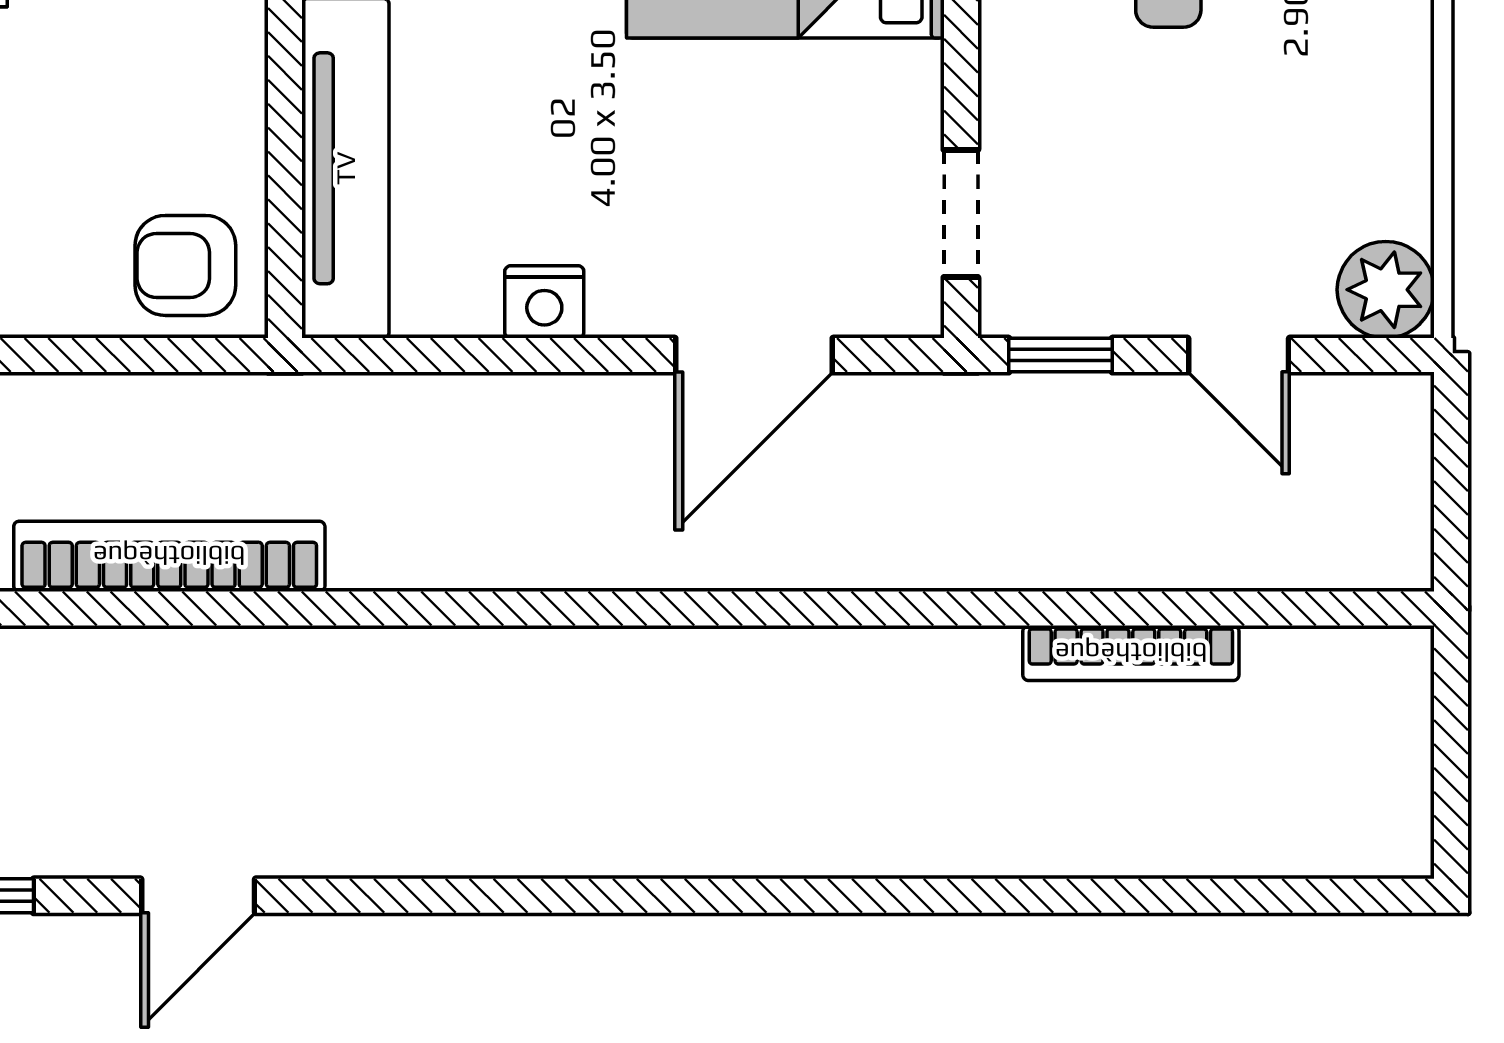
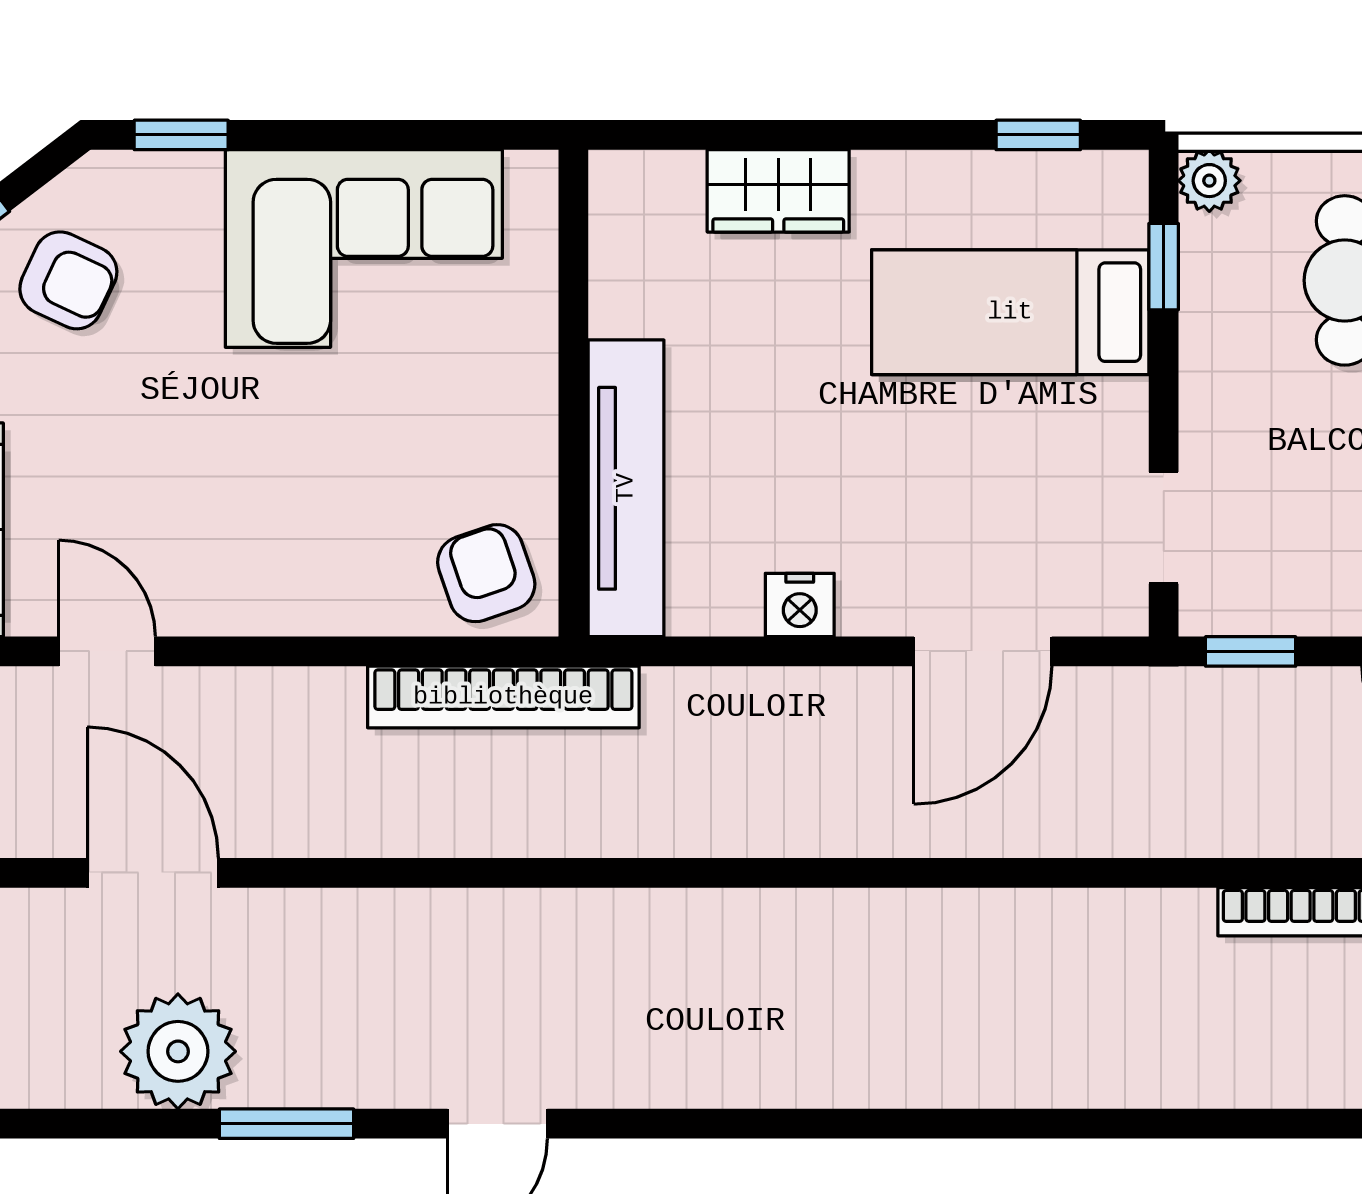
armchair: (185, 265) -> (486, 573), turned 71
bookcase: (169, 556) -> (503, 697), moved, turned 180

